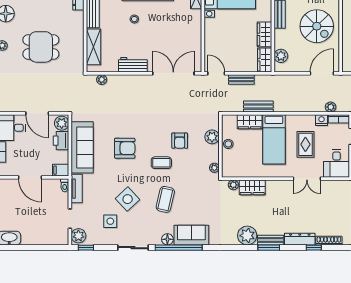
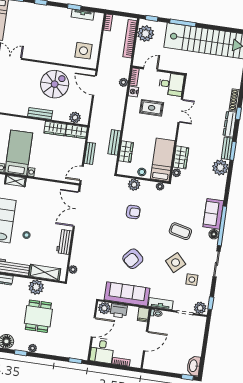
plant: (75, 39) -> (36, 287), added
bed: (274, 139) -> (163, 160), moved, turned -90
armchair: (125, 148) -> (133, 259), turned -139
coffee table: (161, 163) -> (149, 230), removed

